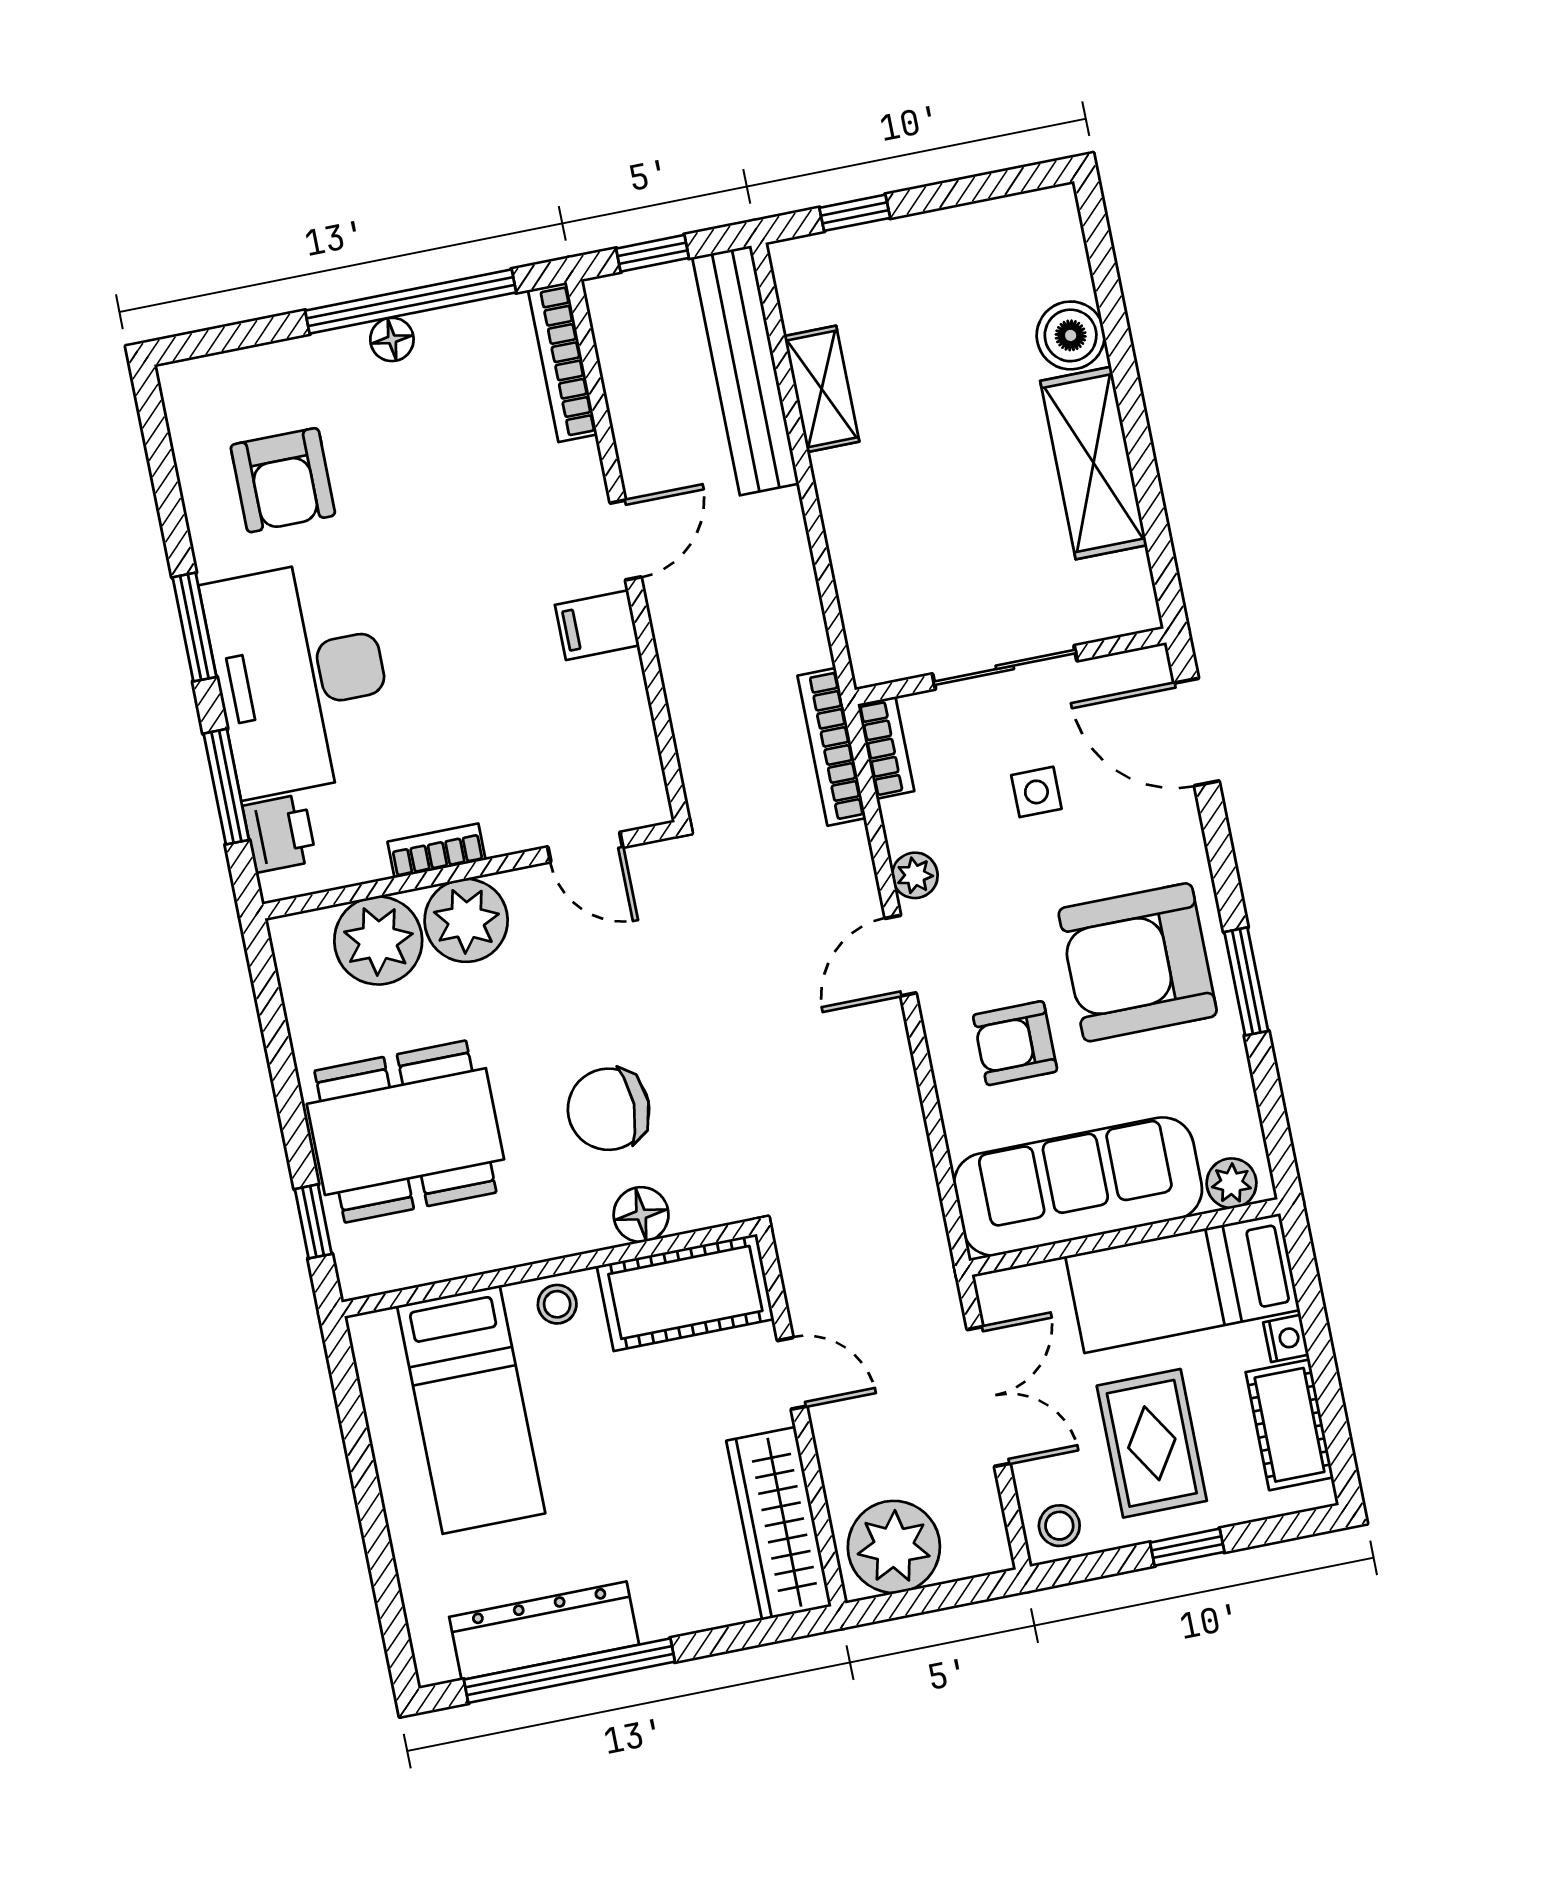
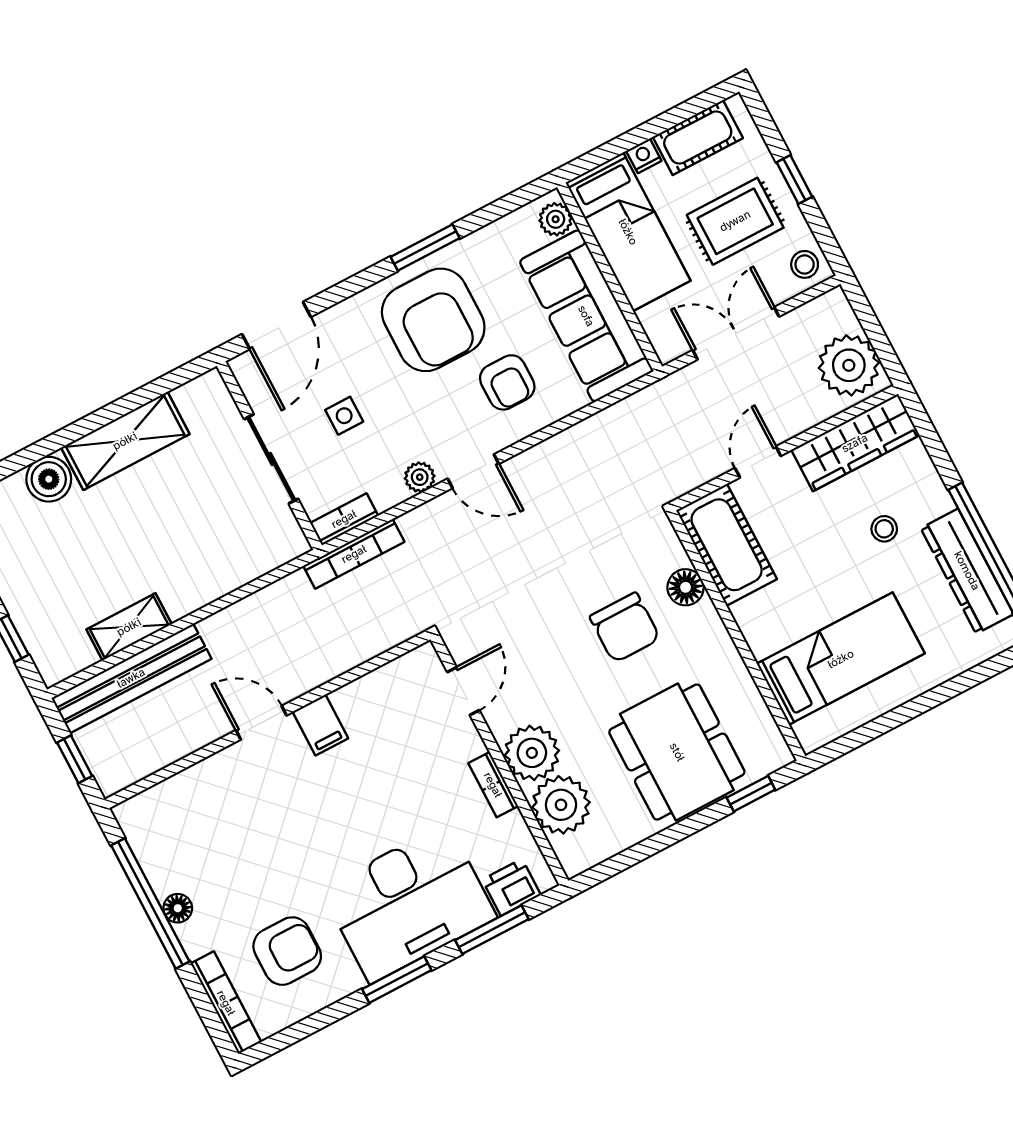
bookcase: (563, 362) -> (226, 1003), moved, turned -90
stool: (557, 1304) -> (884, 529), moved

